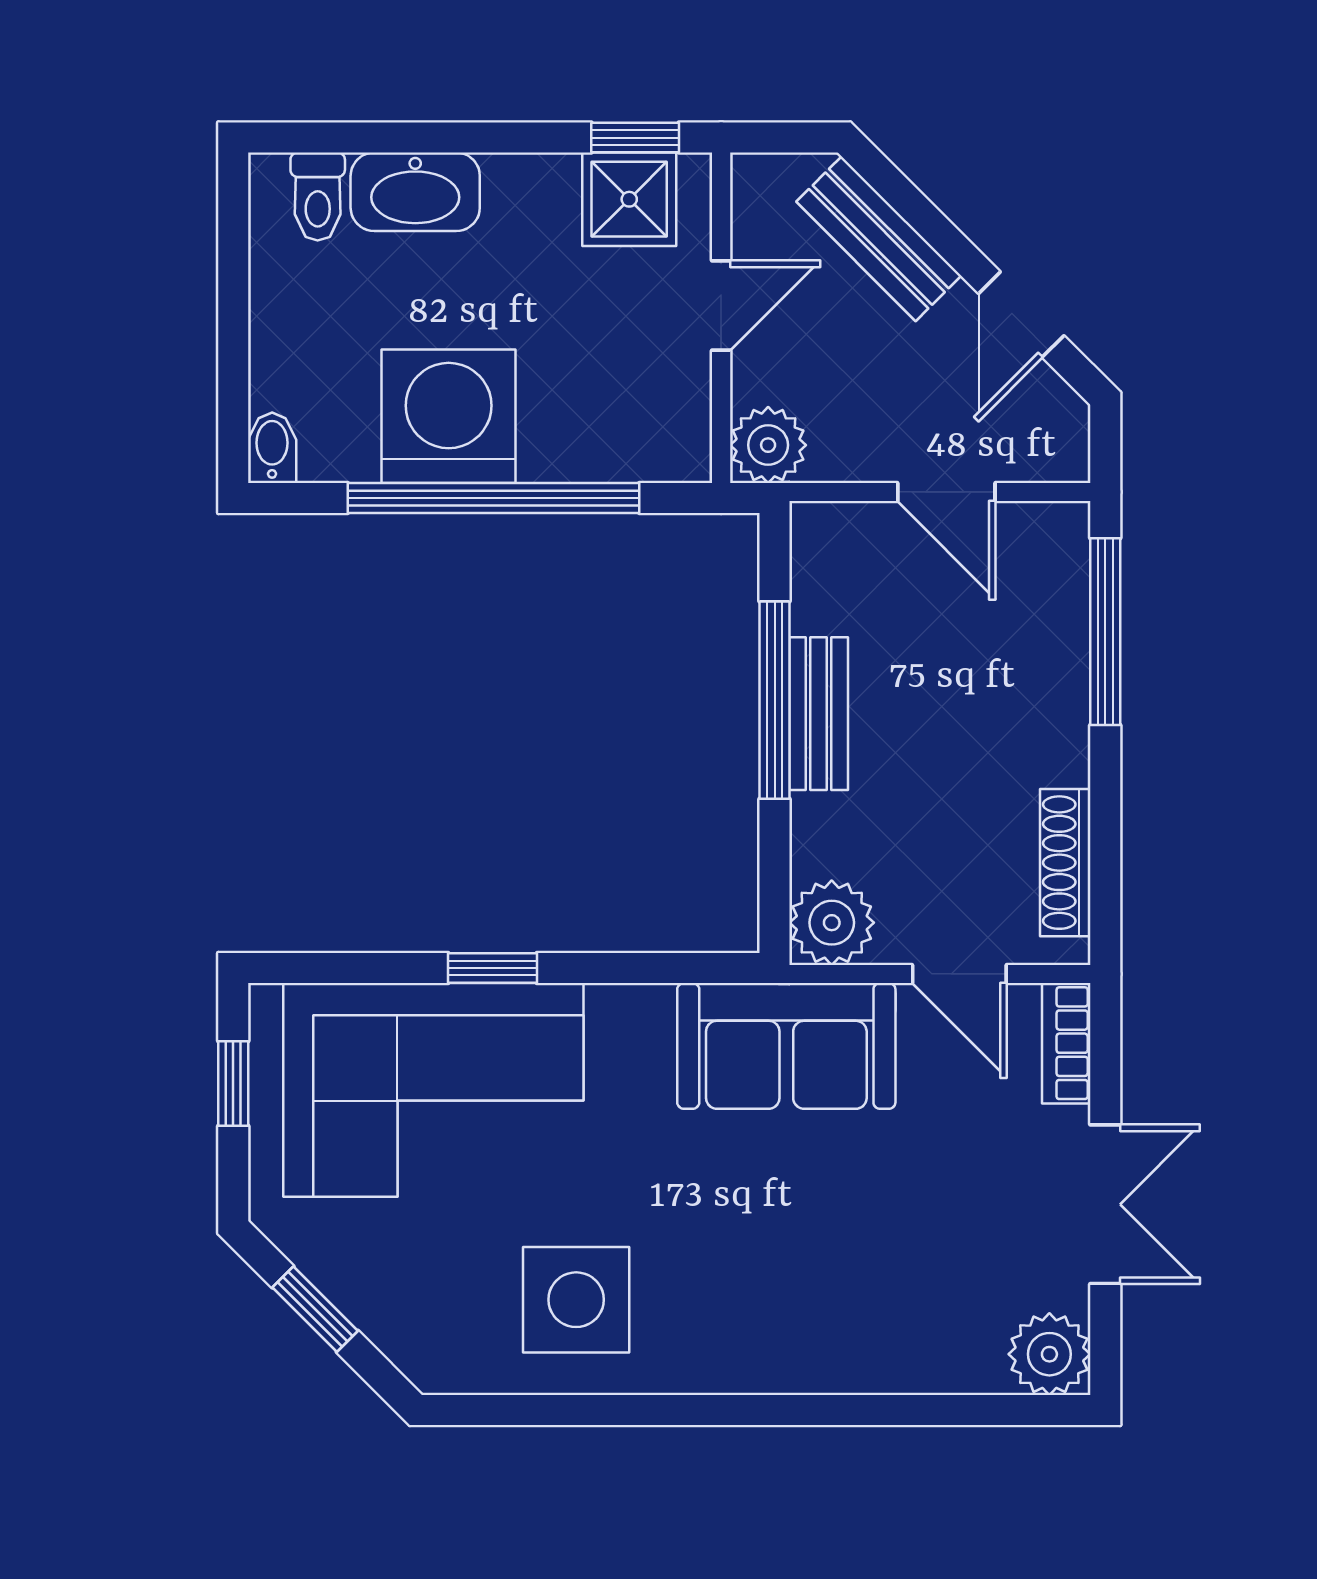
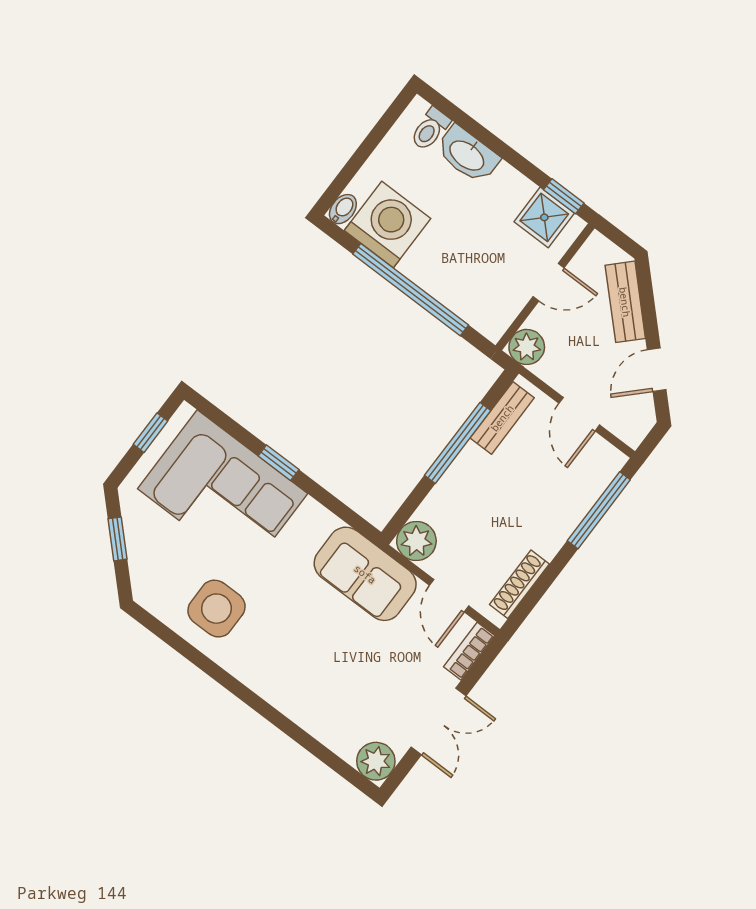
washing machine: (449, 416) -> (387, 225), moved
bench: (819, 714) -> (502, 418), moved

